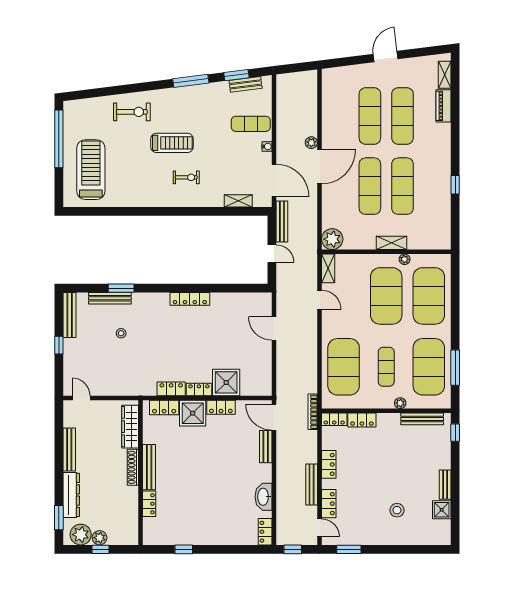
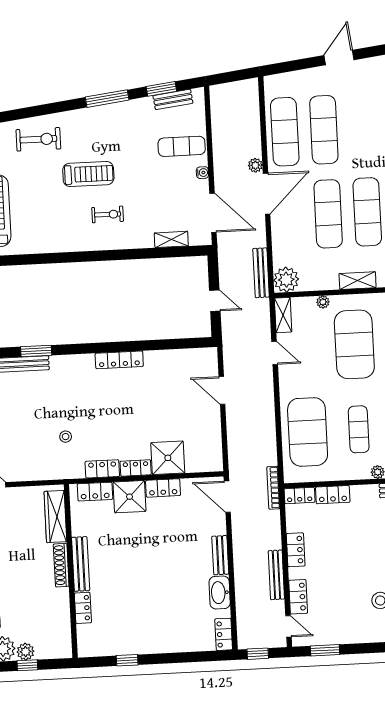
exercise mat: (403, 116) -> (285, 132), moved
bench: (282, 222) -> (261, 273), moved
plant: (405, 259) -> (323, 302), moved
stool: (121, 333) -> (66, 437), moved
bench: (266, 447) -> (220, 555), moved

